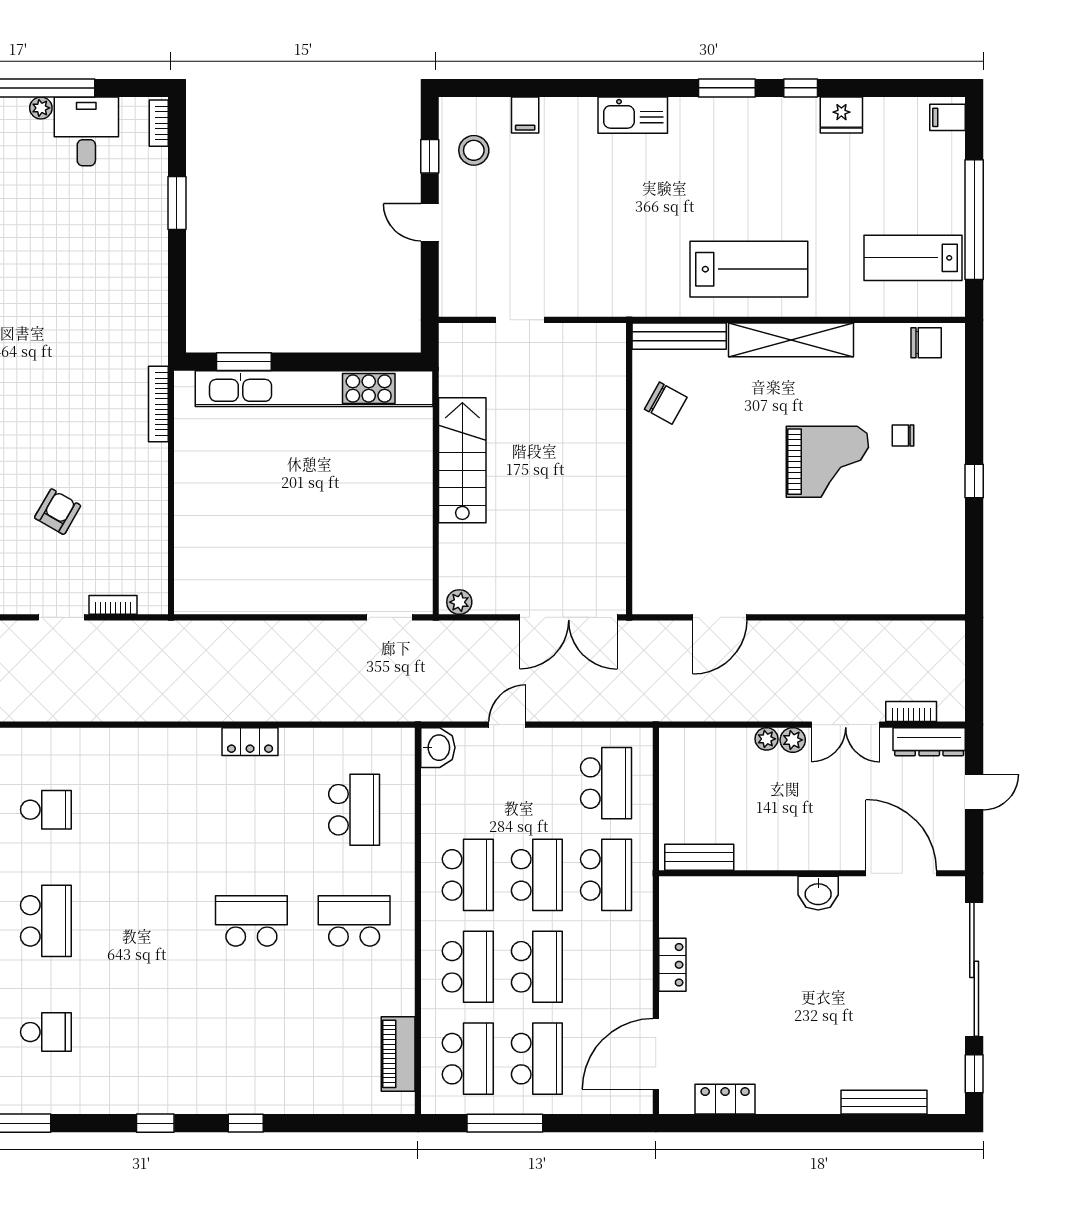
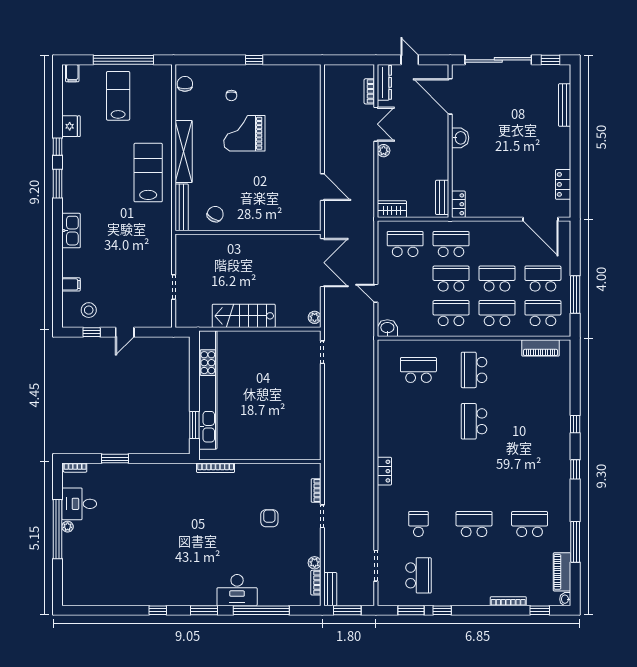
lab bench: (913, 258) -> (118, 96), moved, turned 180
grand piano: (827, 462) -> (244, 133), turned -90
armchair: (58, 512) -> (269, 518), turned 60
plant: (766, 739) -> (383, 164), removed
locker: (250, 742) -> (384, 471), moved
wardrobe: (676, 757) -> (392, 209), added
door: (901, 873) -> (450, 96), hinge flipped
locker: (672, 965) -> (458, 204), moved, turned 90
school desk: (46, 1032) -> (530, 524), width x1.85

